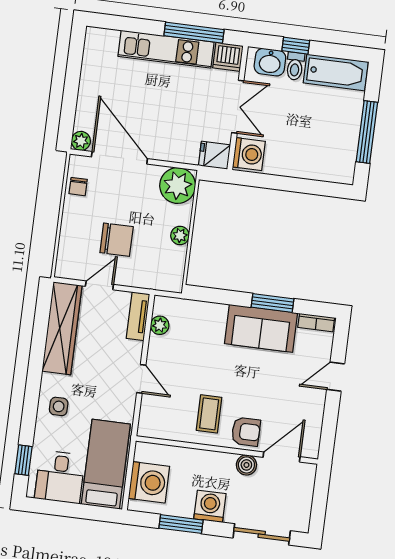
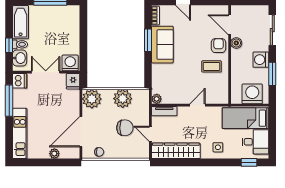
kitchen unit: (166, 49) -> (20, 133), moved
plant: (81, 141) -> (54, 154), moved
plant: (180, 235) -> (123, 99), width x1.87, depth x1.87
chair: (117, 240) -> (125, 128), turned 90
plant: (160, 325) -> (157, 99), moved

